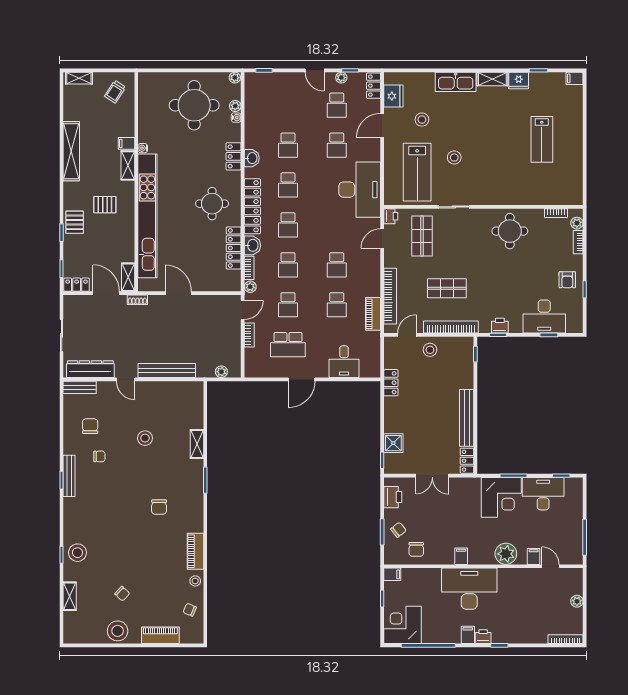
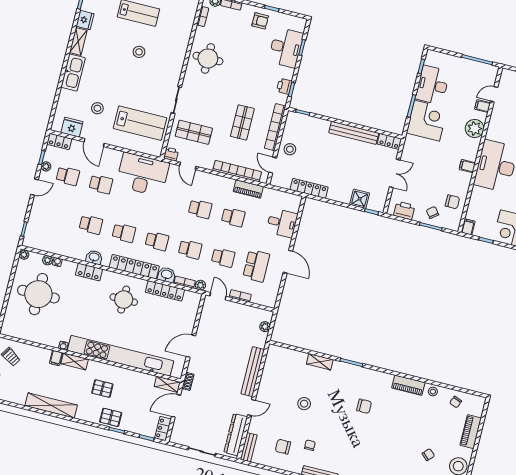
stool: (454, 157) -> (139, 52), moved
pallet: (105, 205) -> (102, 389), turned 90
locker: (391, 383) -> (309, 188), width x1.53

